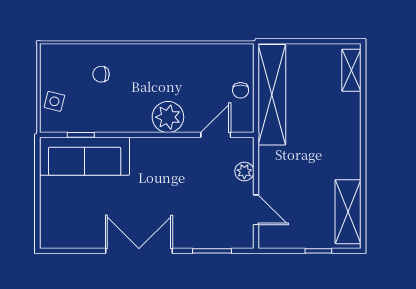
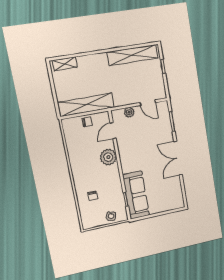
door: (216, 135) -> (113, 131), hinge flipped
door: (256, 210) -> (148, 103), swing flipped
shelving: (348, 212) -> (133, 55), width x1.47

